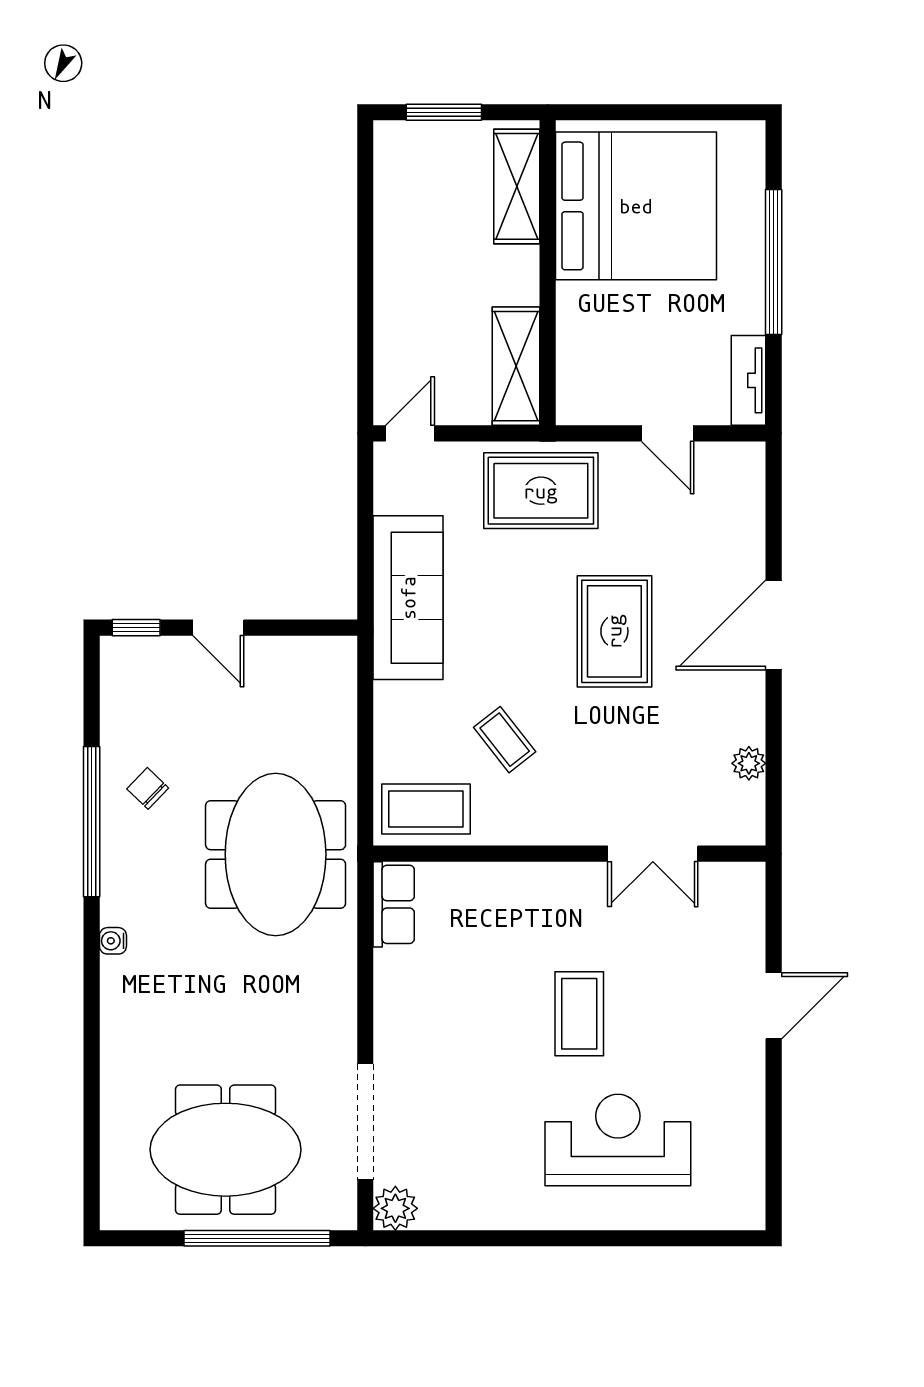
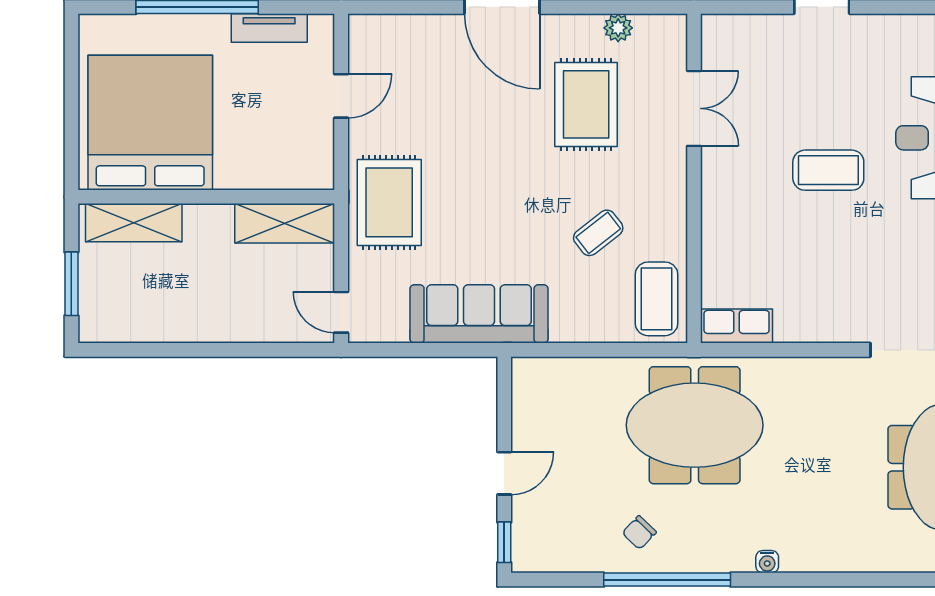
tv unit: (749, 380) -> (269, 28), moved
rug: (614, 631) -> (586, 104), moved, turned 90

